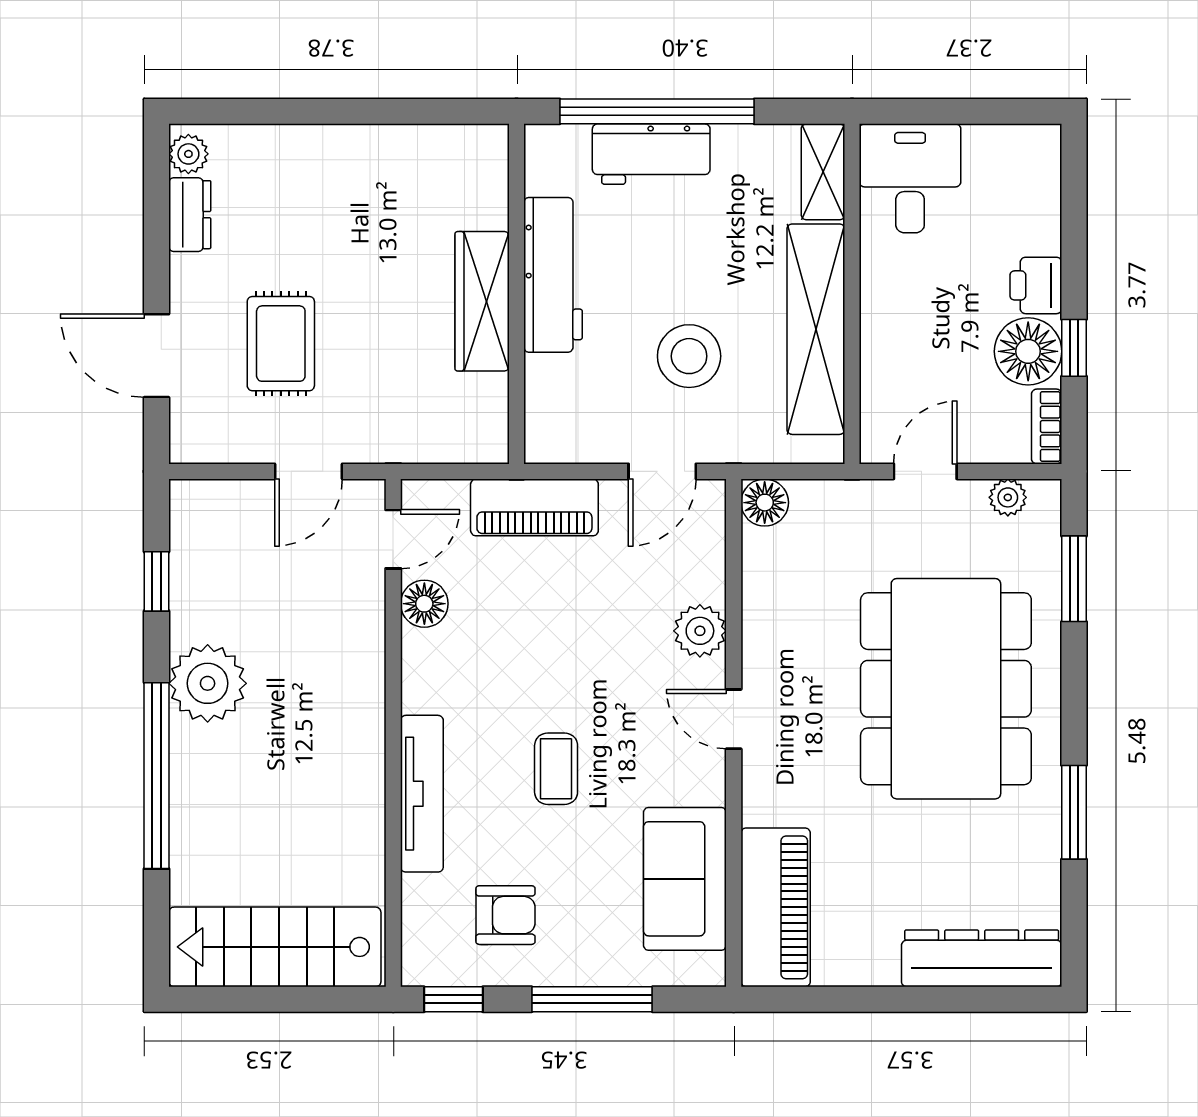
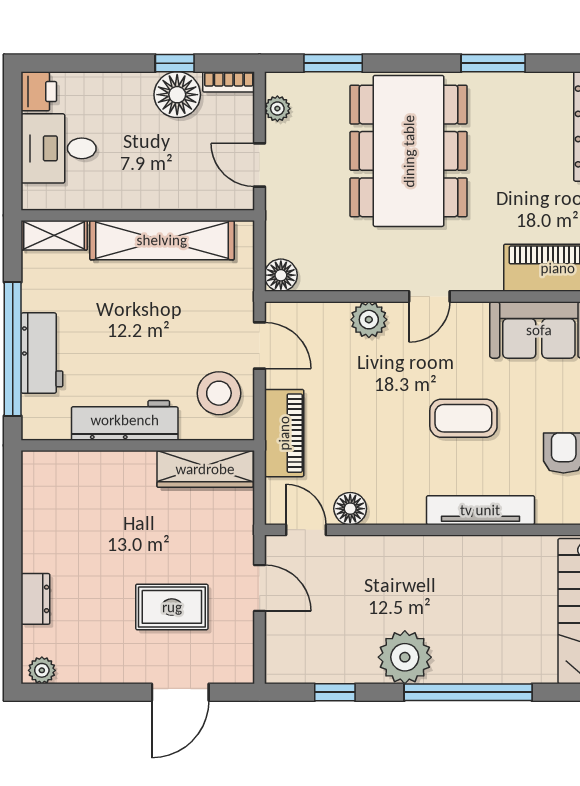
desk: (910, 178) -> (59, 148), moved
dresser: (190, 215) -> (35, 599), moved, turned 90
printer: (1036, 285) -> (39, 92), moved, turned -90
wardrobe: (482, 301) -> (205, 469), moved
stool: (689, 356) -> (219, 393), moved
dining table: (946, 689) -> (409, 151), turned 90
coffee table: (556, 769) -> (463, 418), width x1.36, depth x1.30

